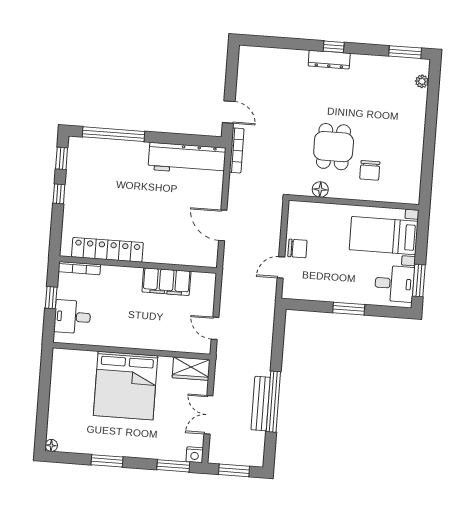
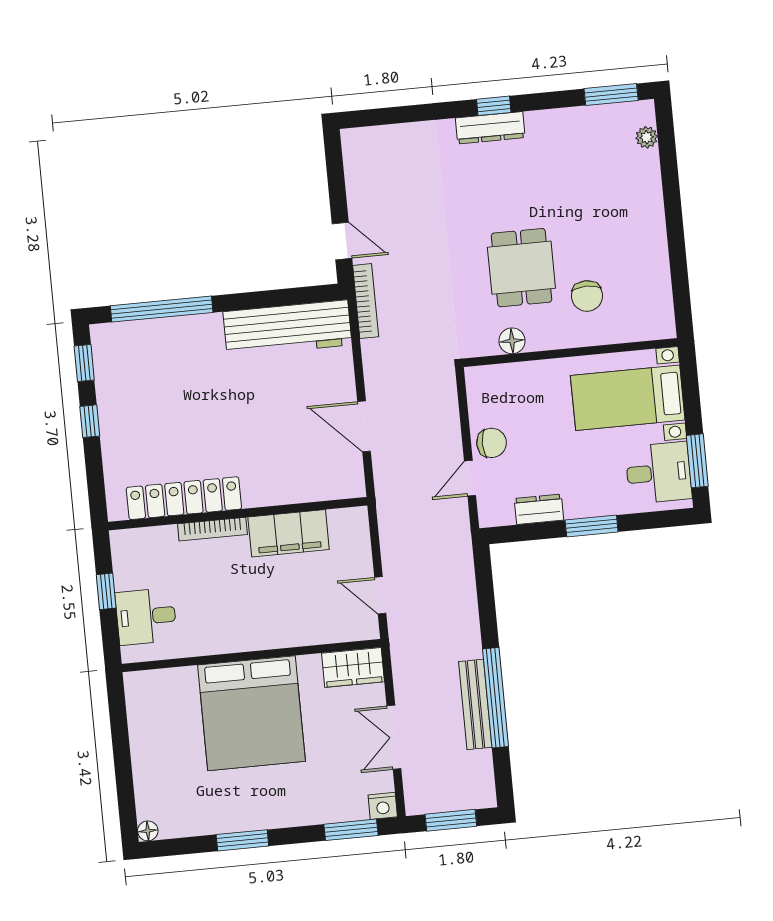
bookcase: (79, 268) -> (212, 529), moved
dresser: (319, 293) -> (539, 509), added

